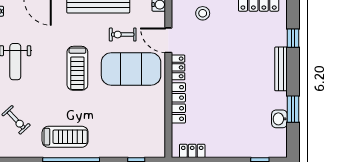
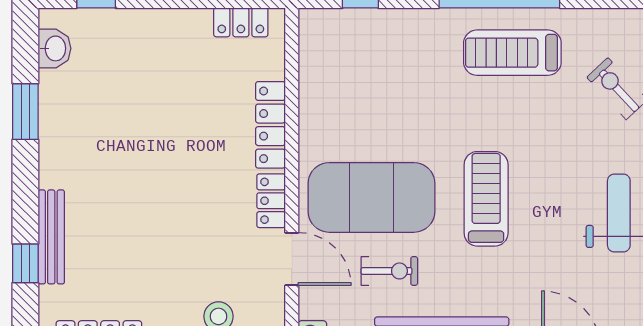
bench: (281, 69) -> (51, 237), moved
washbasin: (279, 119) -> (54, 48), moved

